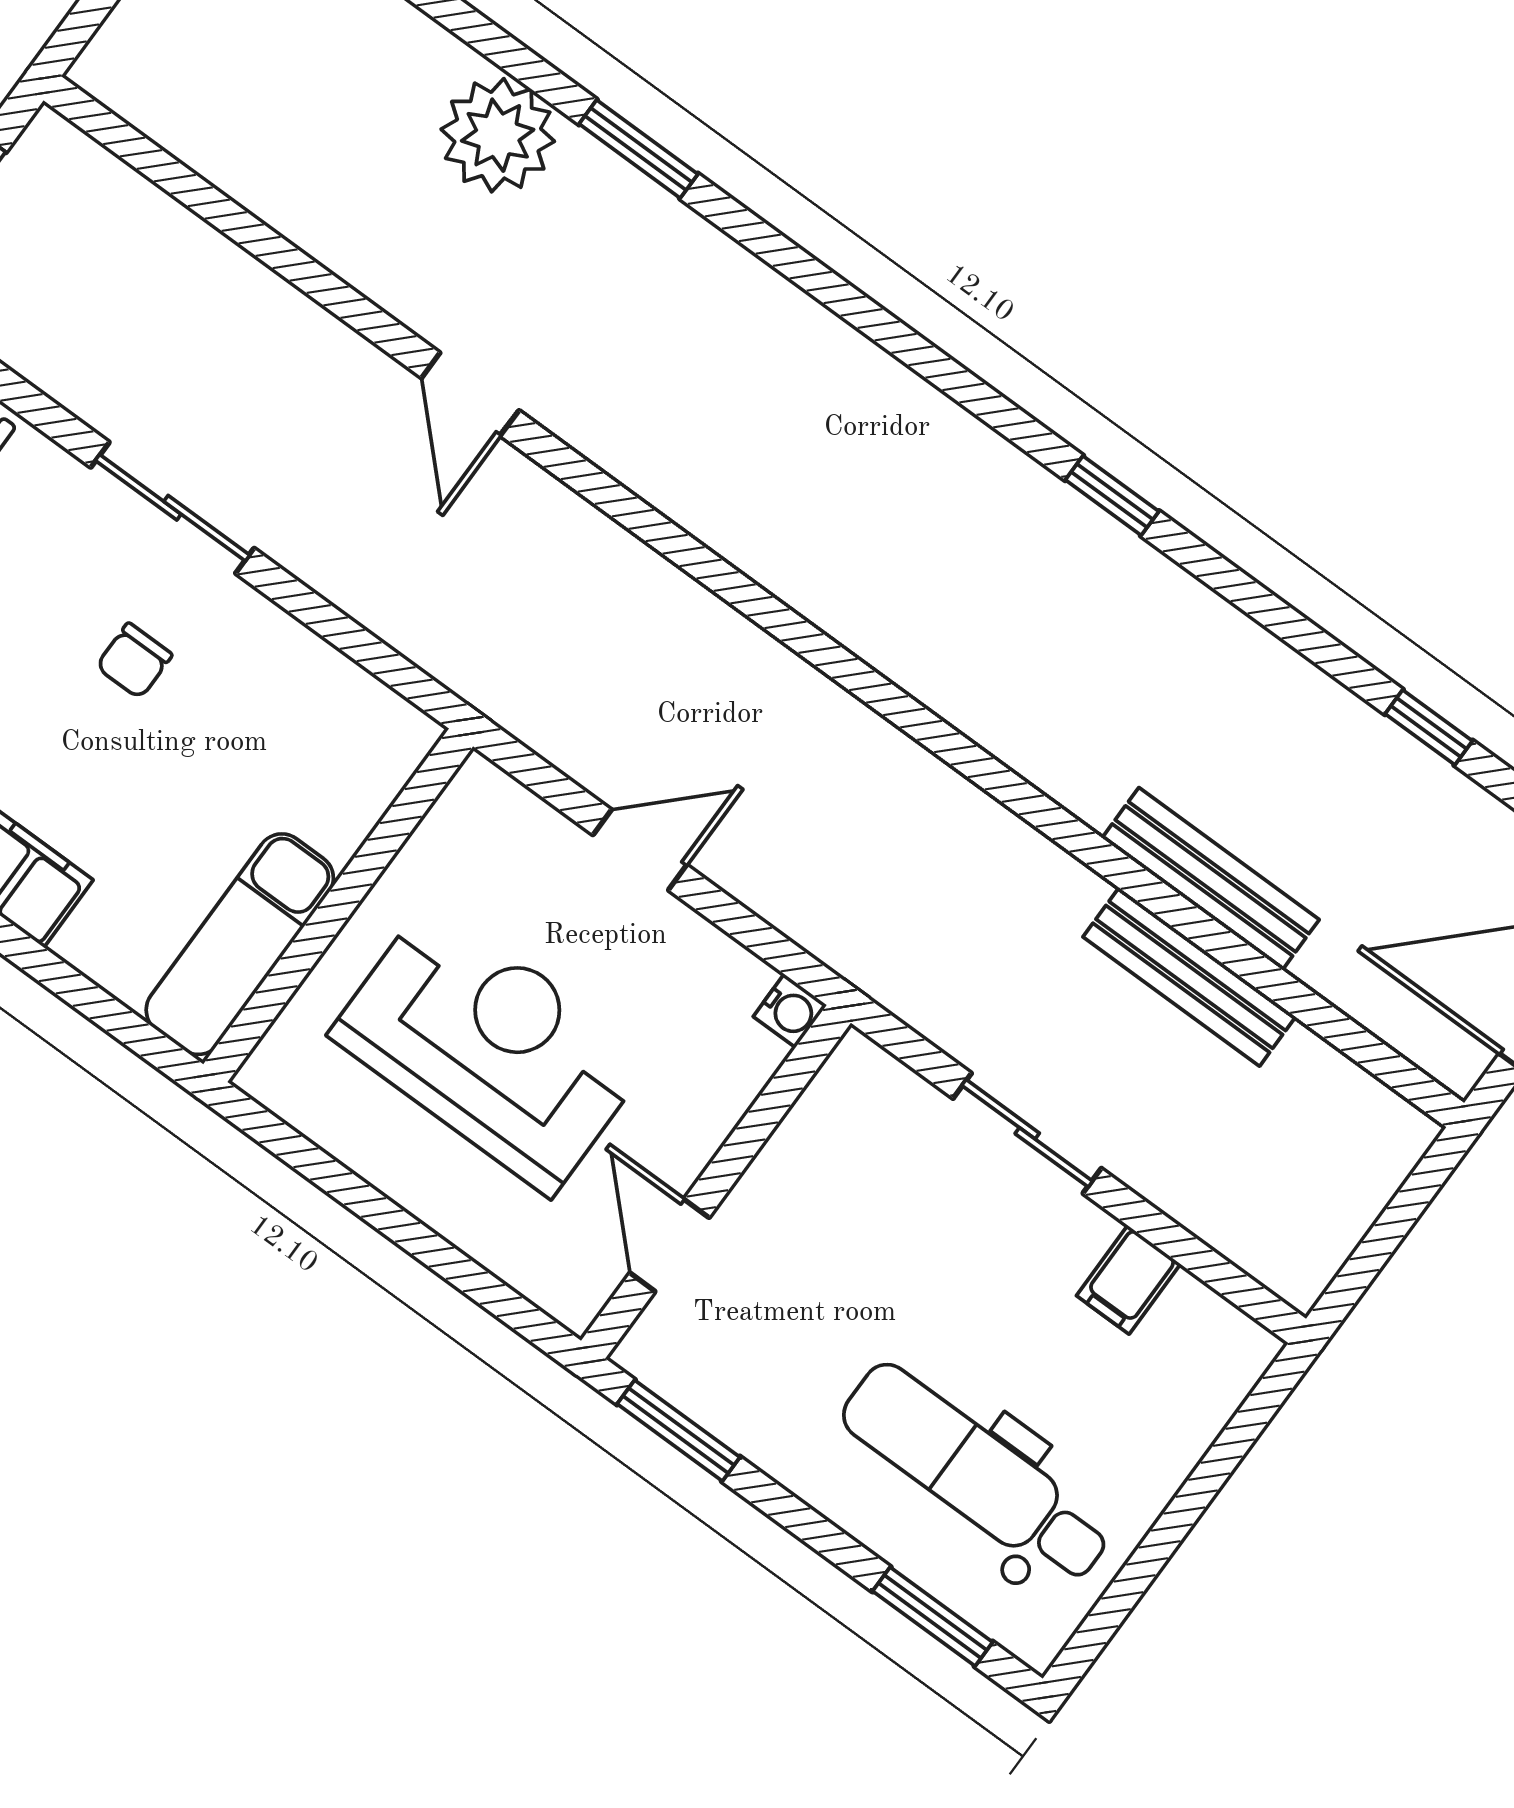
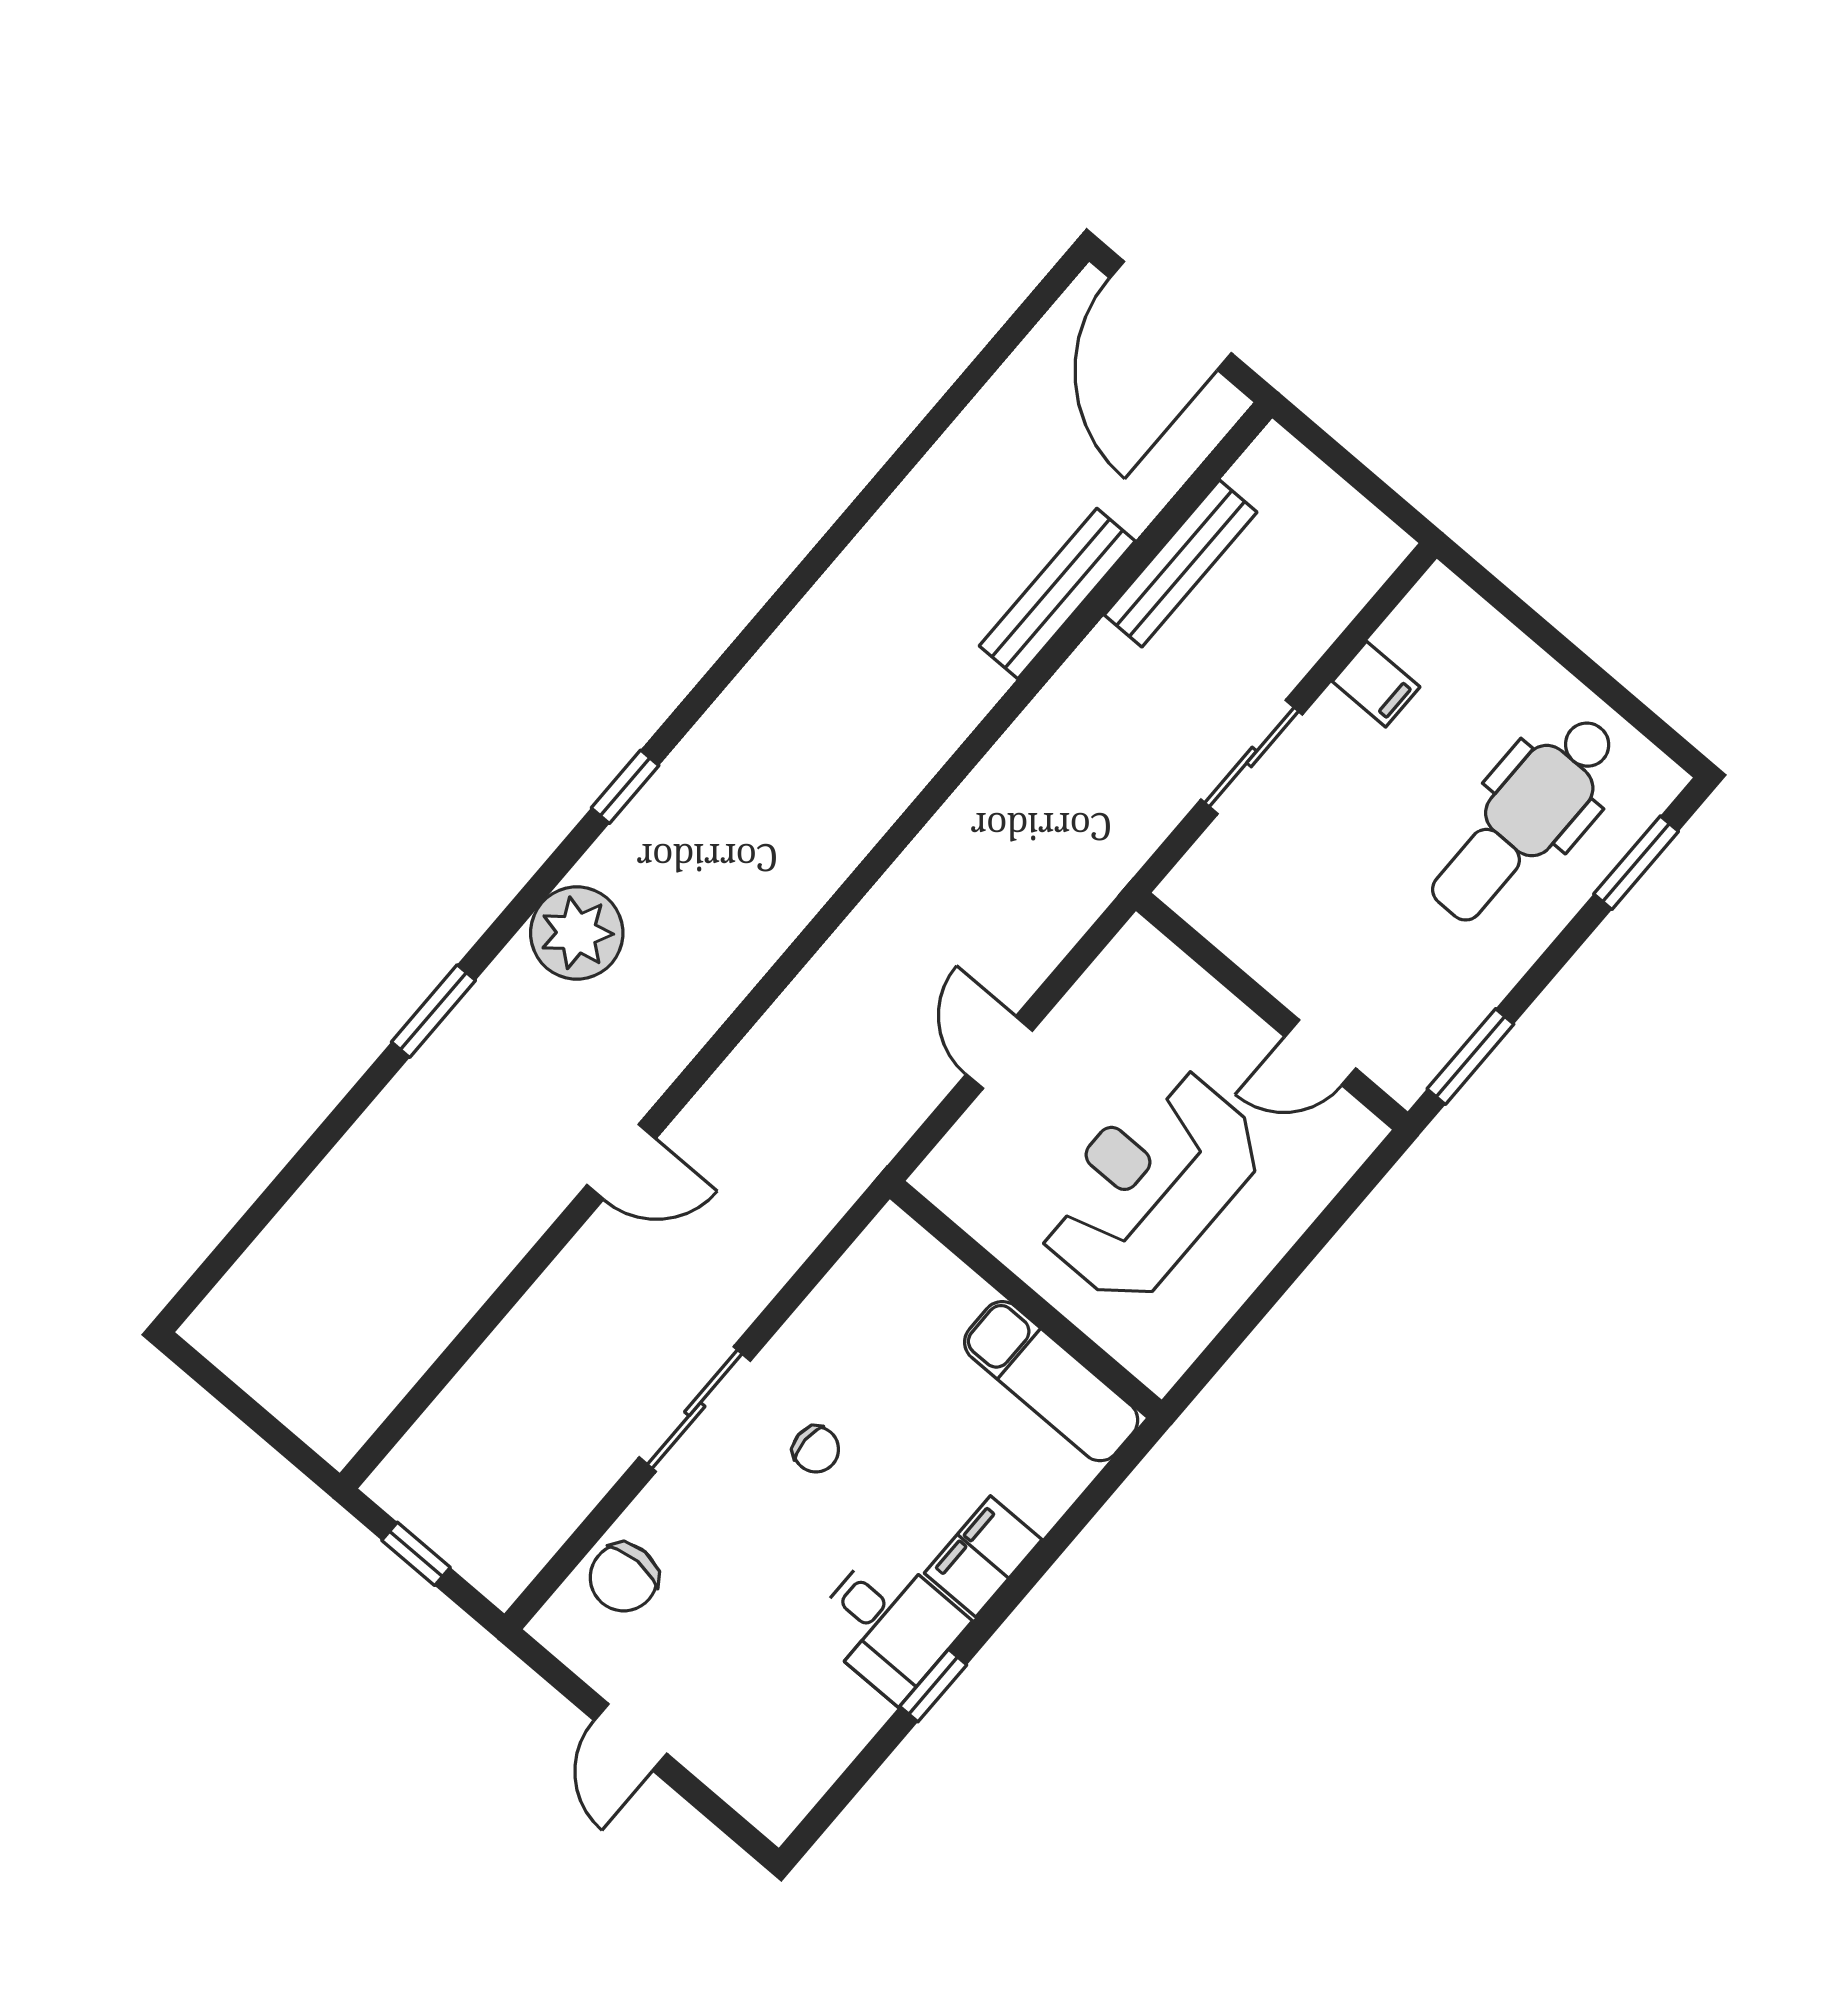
plant: (498, 135) -> (577, 933), moved
window: (1112, 496) -> (625, 787), moved
window: (1429, 727) -> (948, 408), removed
bench: (1189, 977) -> (1181, 564), moved
water cooler: (790, 1011) -> (1138, 941), removed

